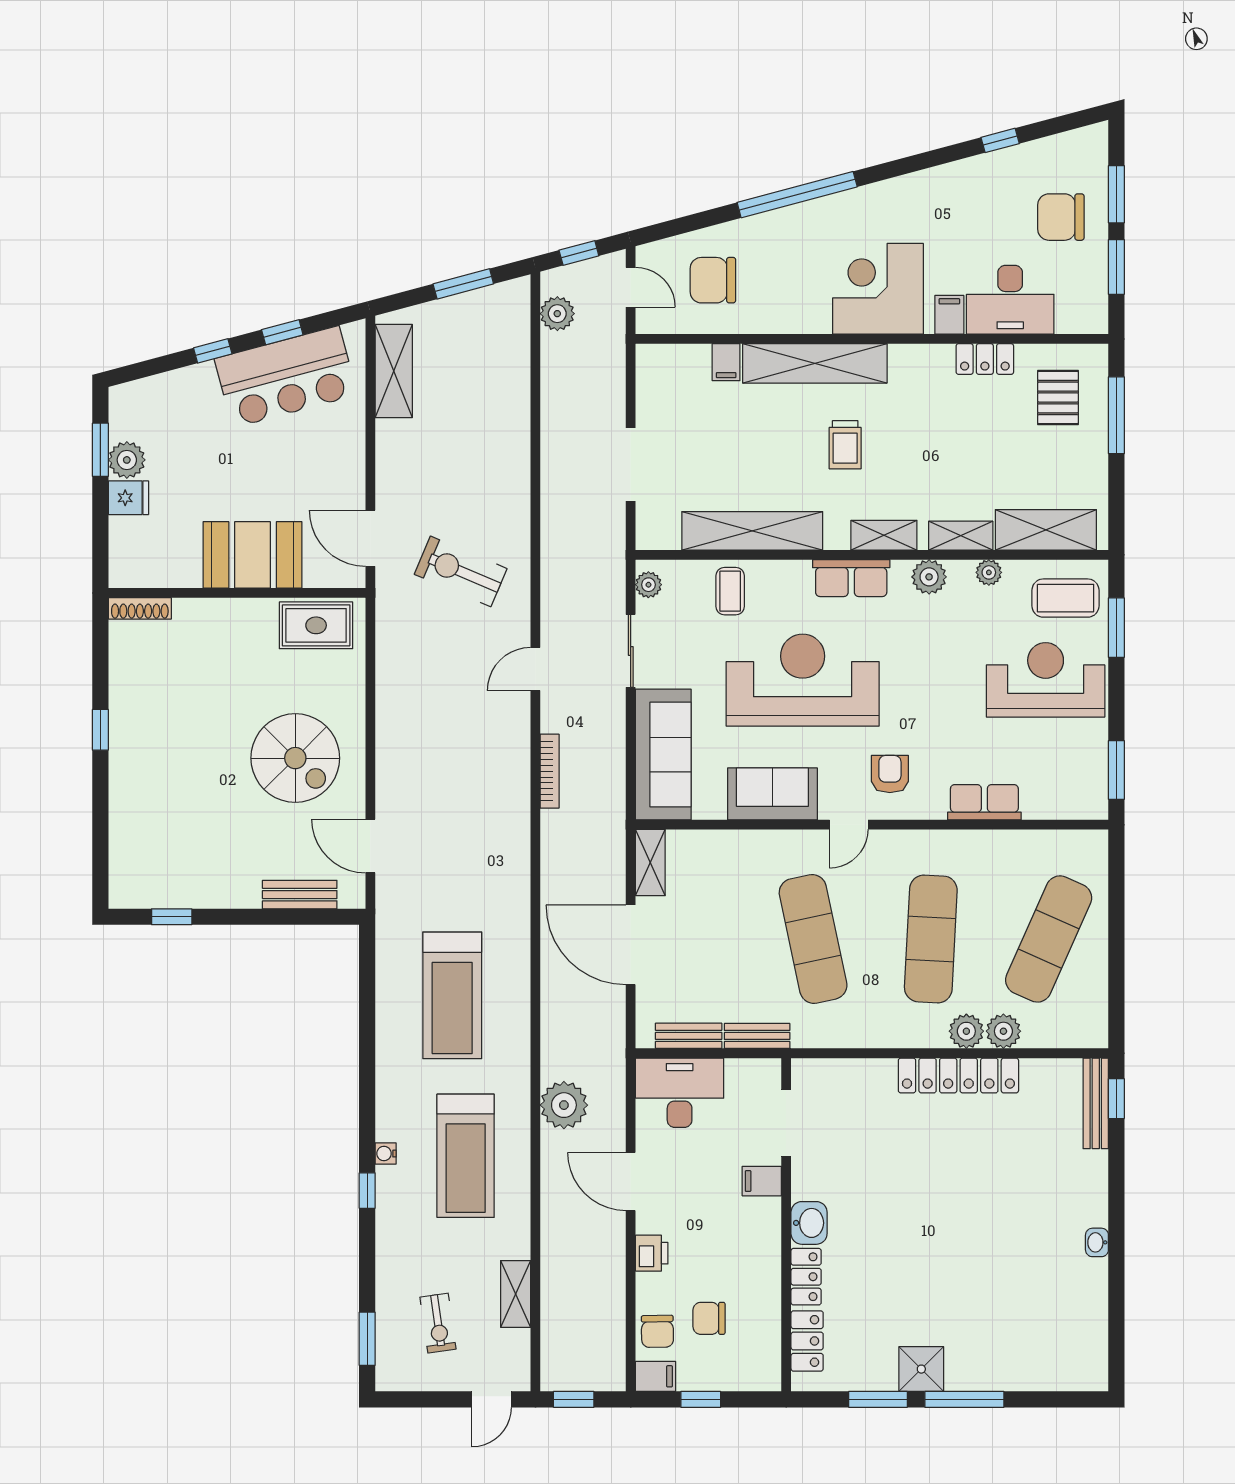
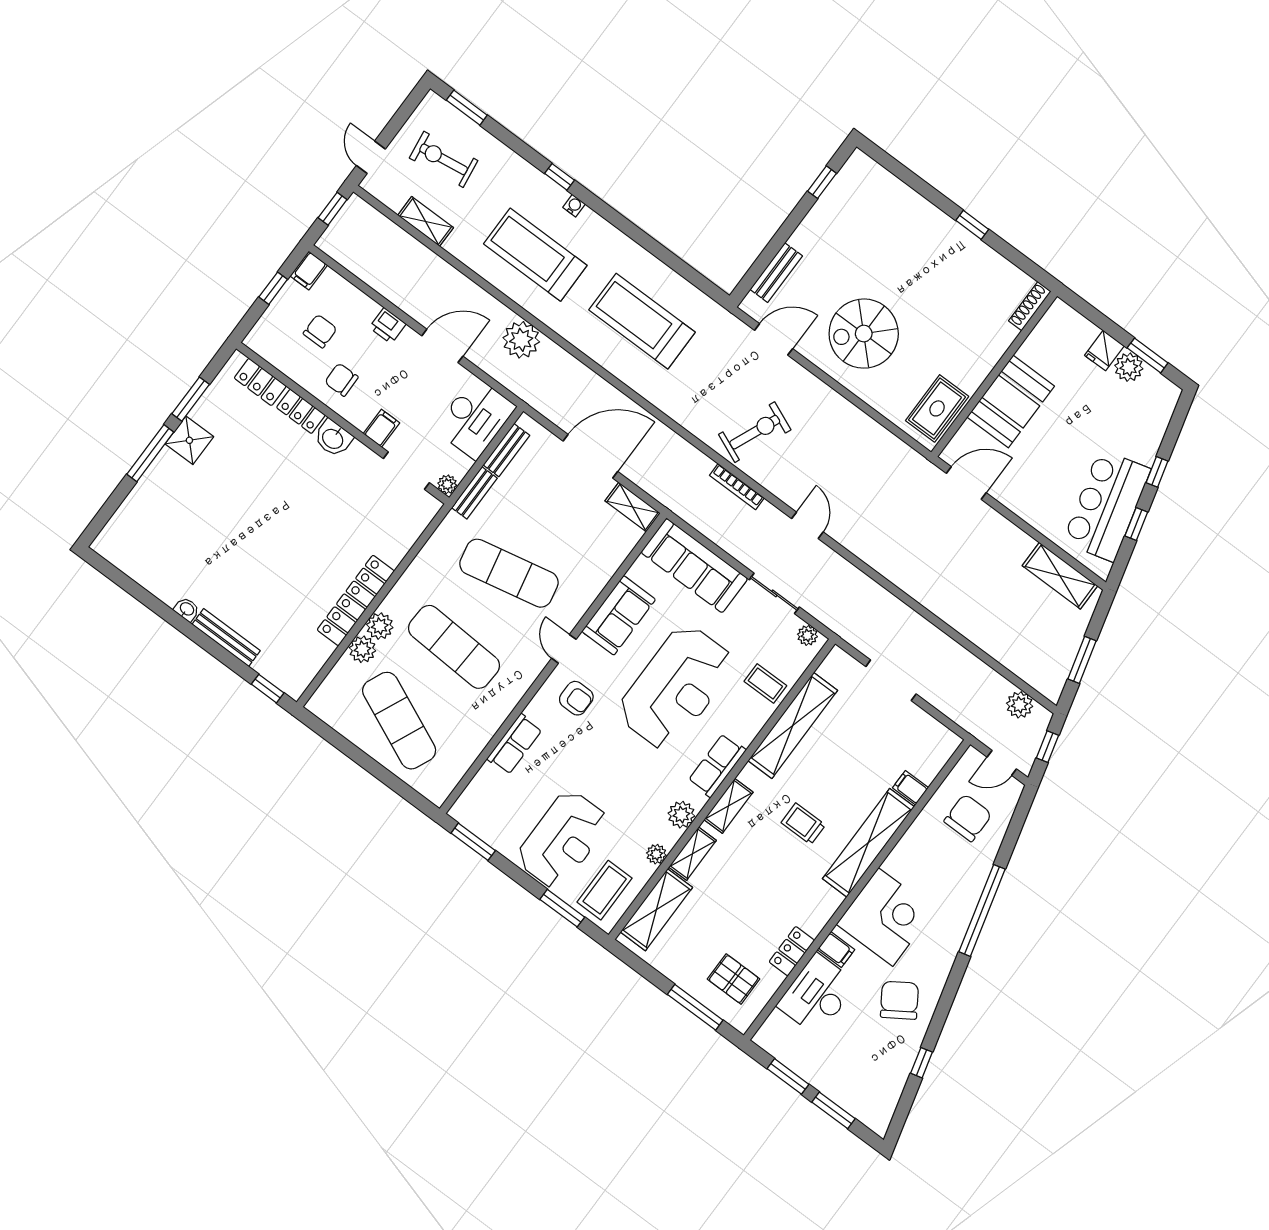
chair: (1061, 217) -> (899, 1000), moved, turned -33
exercise bike: (461, 571) -> (755, 432), moved
plant: (769, 1070) -> (447, 484), added
bench: (1096, 1103) -> (226, 638), moved
exercise bike: (438, 1323) -> (444, 159), width x1.38, depth x1.39
chair: (657, 1331) -> (341, 380), moved

